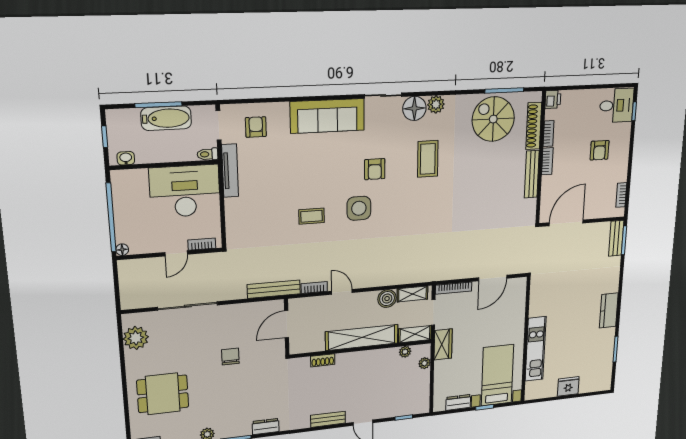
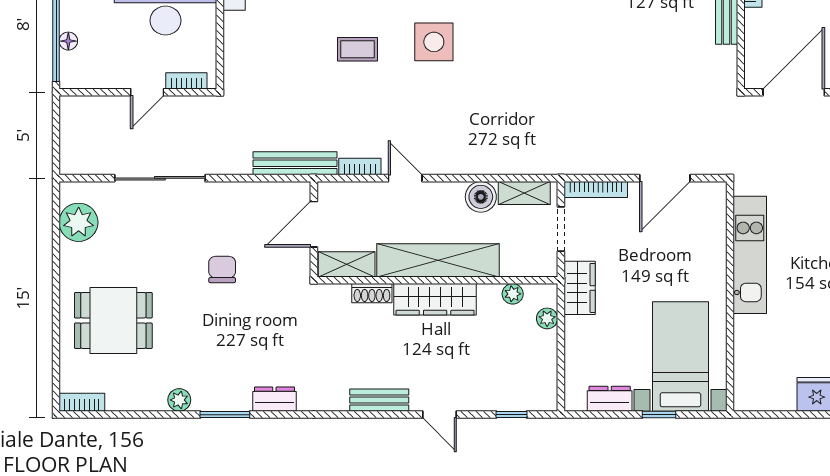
floor lamp: (122, 250) -> (68, 41), moved
shelving: (415, 334) -> (347, 264), moved
kitchen unit: (536, 349) -> (750, 255), moved
wardrobe: (360, 360) -> (435, 299), added

